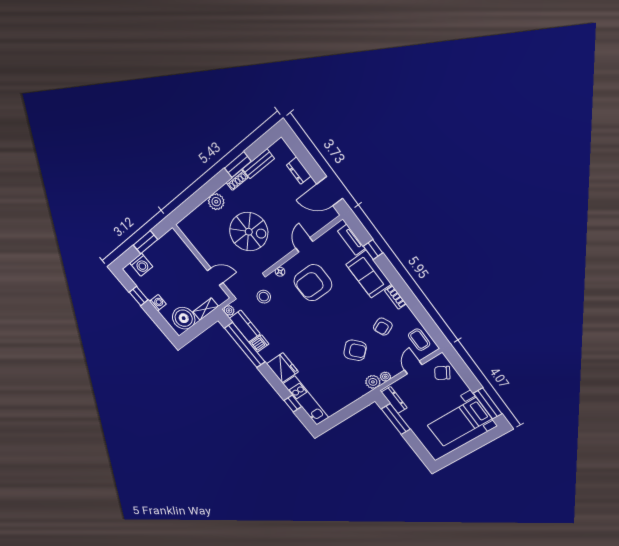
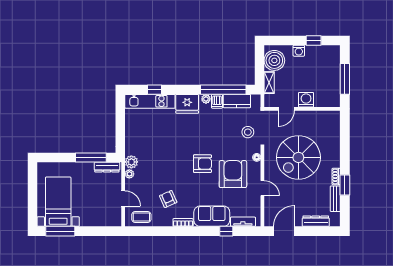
dresser: (299, 171) -> (316, 221), width x1.44
plant: (216, 202) -> (334, 151), removed
spiral stairs: (249, 232) -> (298, 157), width x1.37, depth x1.37
window: (145, 242) -> (345, 79), width x1.44
washing machine: (141, 265) -> (306, 100), moved, turned 90
plant: (229, 310) -> (206, 99), moved
armchair: (355, 350) -> (202, 164), moved, turned -137
chair: (442, 373) -> (105, 216), removed

